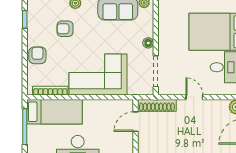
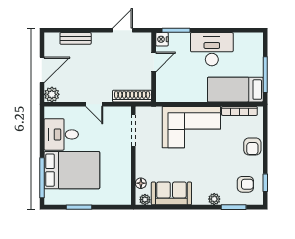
armchair: (65, 29) -> (245, 184), moved
floor lamp: (148, 43) -> (141, 183), moved
door: (136, 122) -> (154, 62), moved

